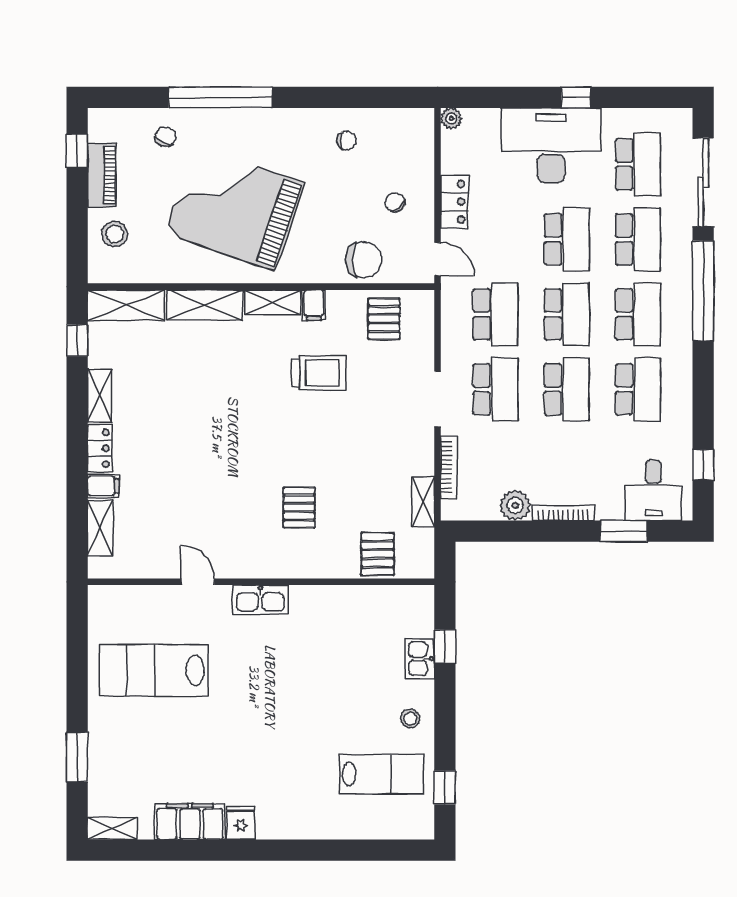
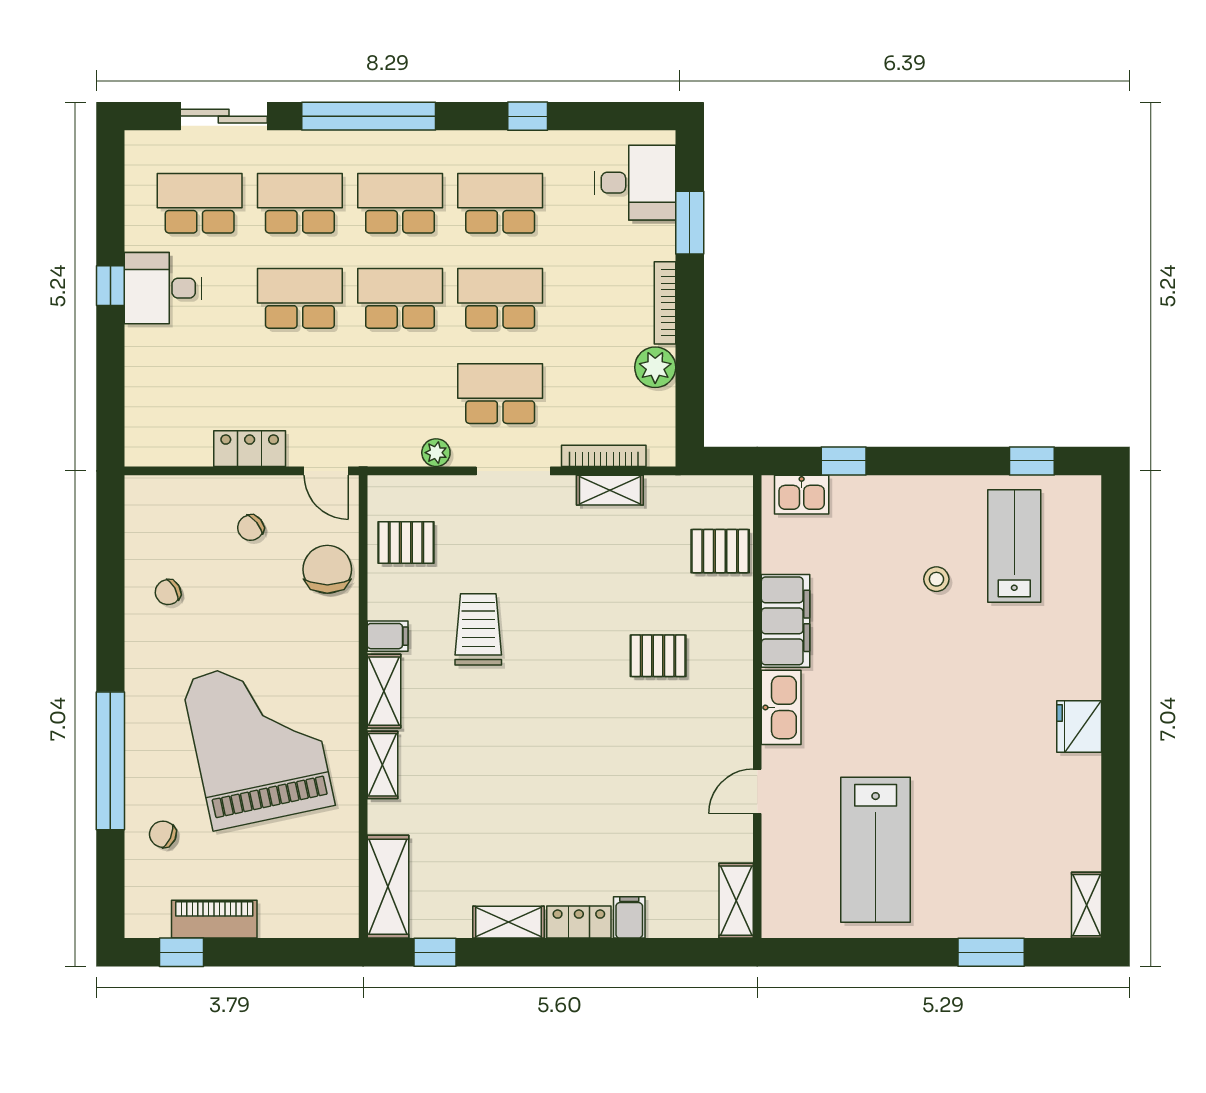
plant: (451, 118) -> (436, 453), moved
chair: (347, 141) -> (168, 592), turned -119
desk: (551, 145) -> (163, 288), width x0.53, depth x0.77
sliding door: (703, 182) -> (224, 116), width x0.73
grand piano: (235, 208) -> (258, 742), turned 149
stool: (115, 234) -> (293, 902), removed
door: (438, 259) -> (326, 471), swing flipped
shelving: (205, 305) -> (382, 765), width x0.67, depth x0.75
school desk: (495, 314) -> (400, 394), removed
window: (703, 465) -> (528, 116), moved
shelving: (423, 502) -> (610, 490), moved
shelving: (100, 528) -> (736, 901), moved, turned 90
kitchen sink: (420, 659) -> (802, 495), moved
stool: (410, 719) -> (936, 579), moved
filing cabinet: (190, 821) -> (786, 621), moved, turned 180
fridge: (241, 823) -> (1079, 727), width x1.38

